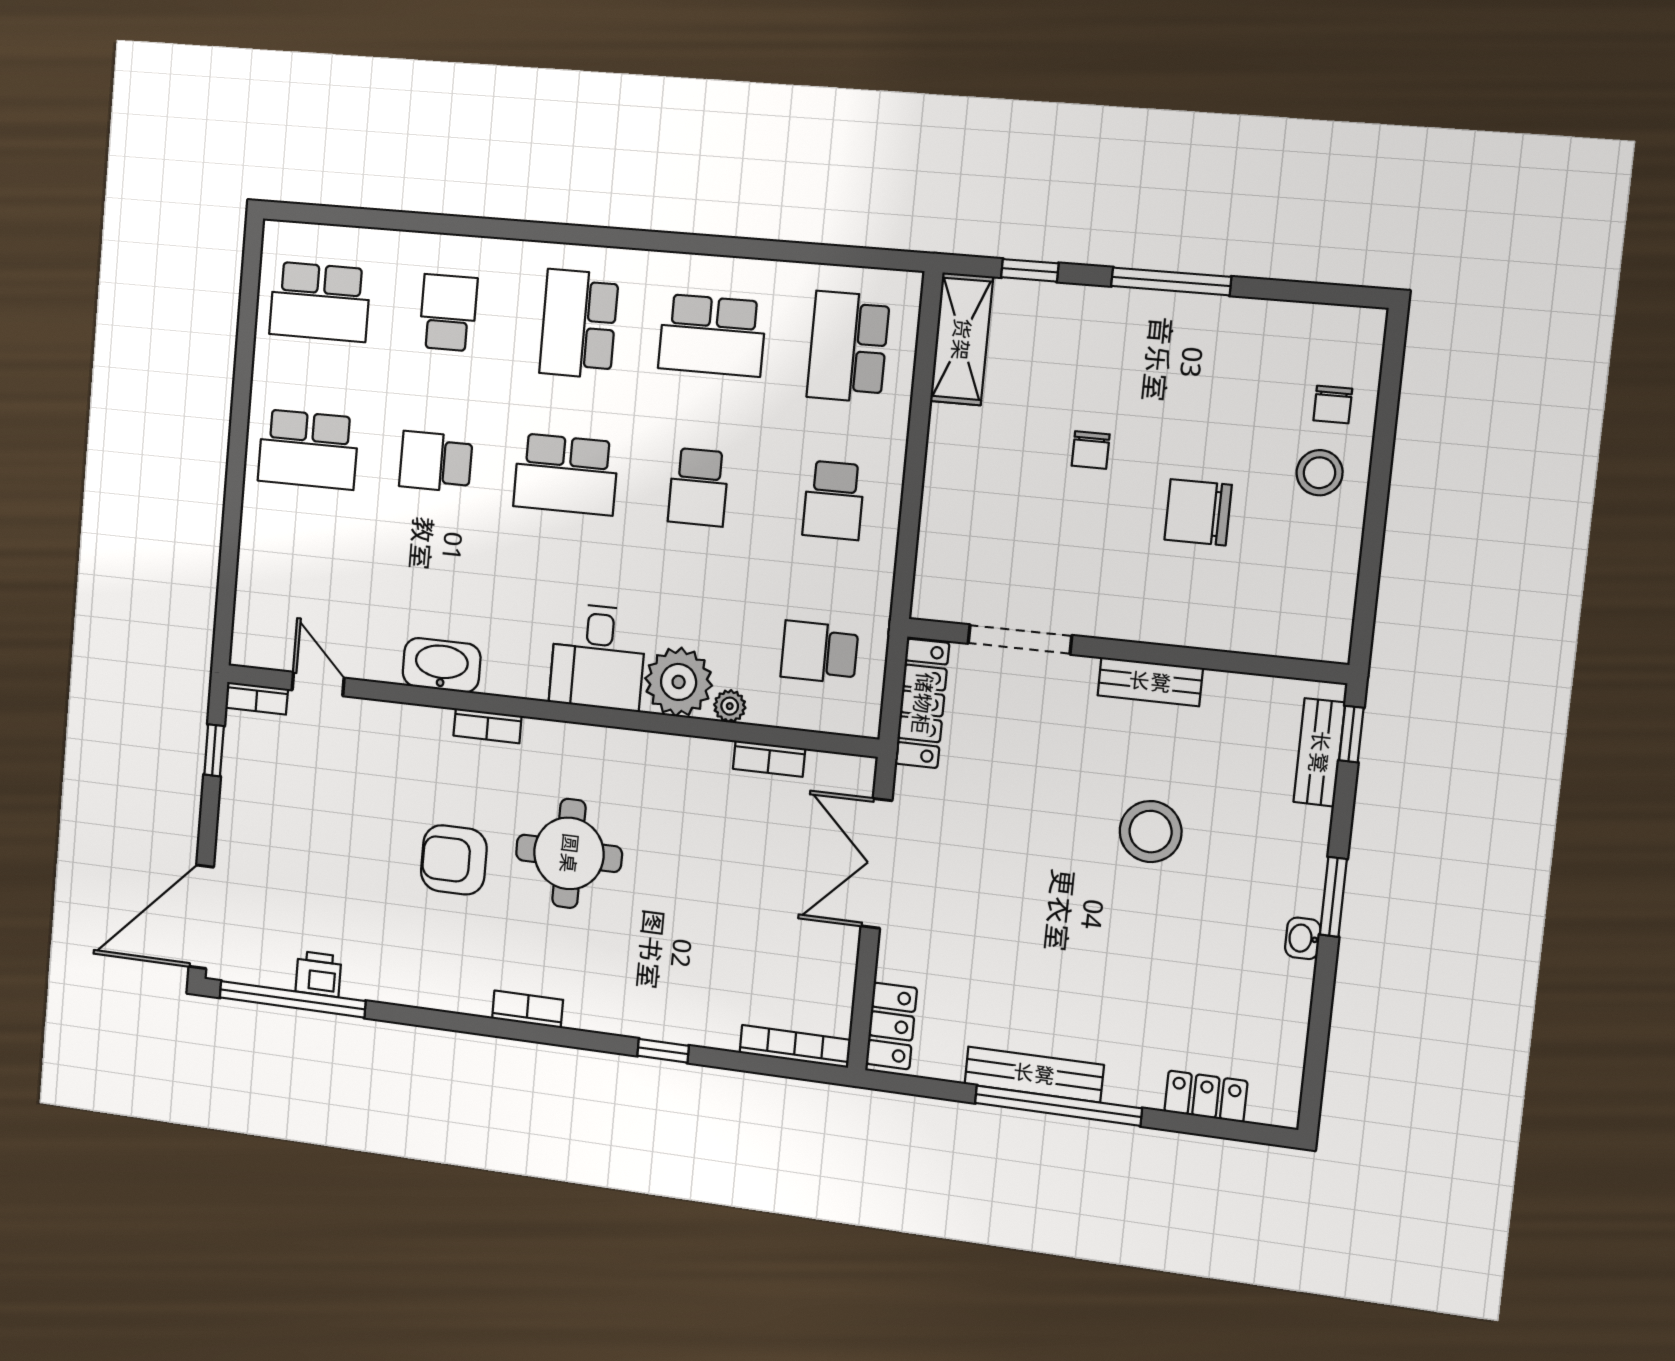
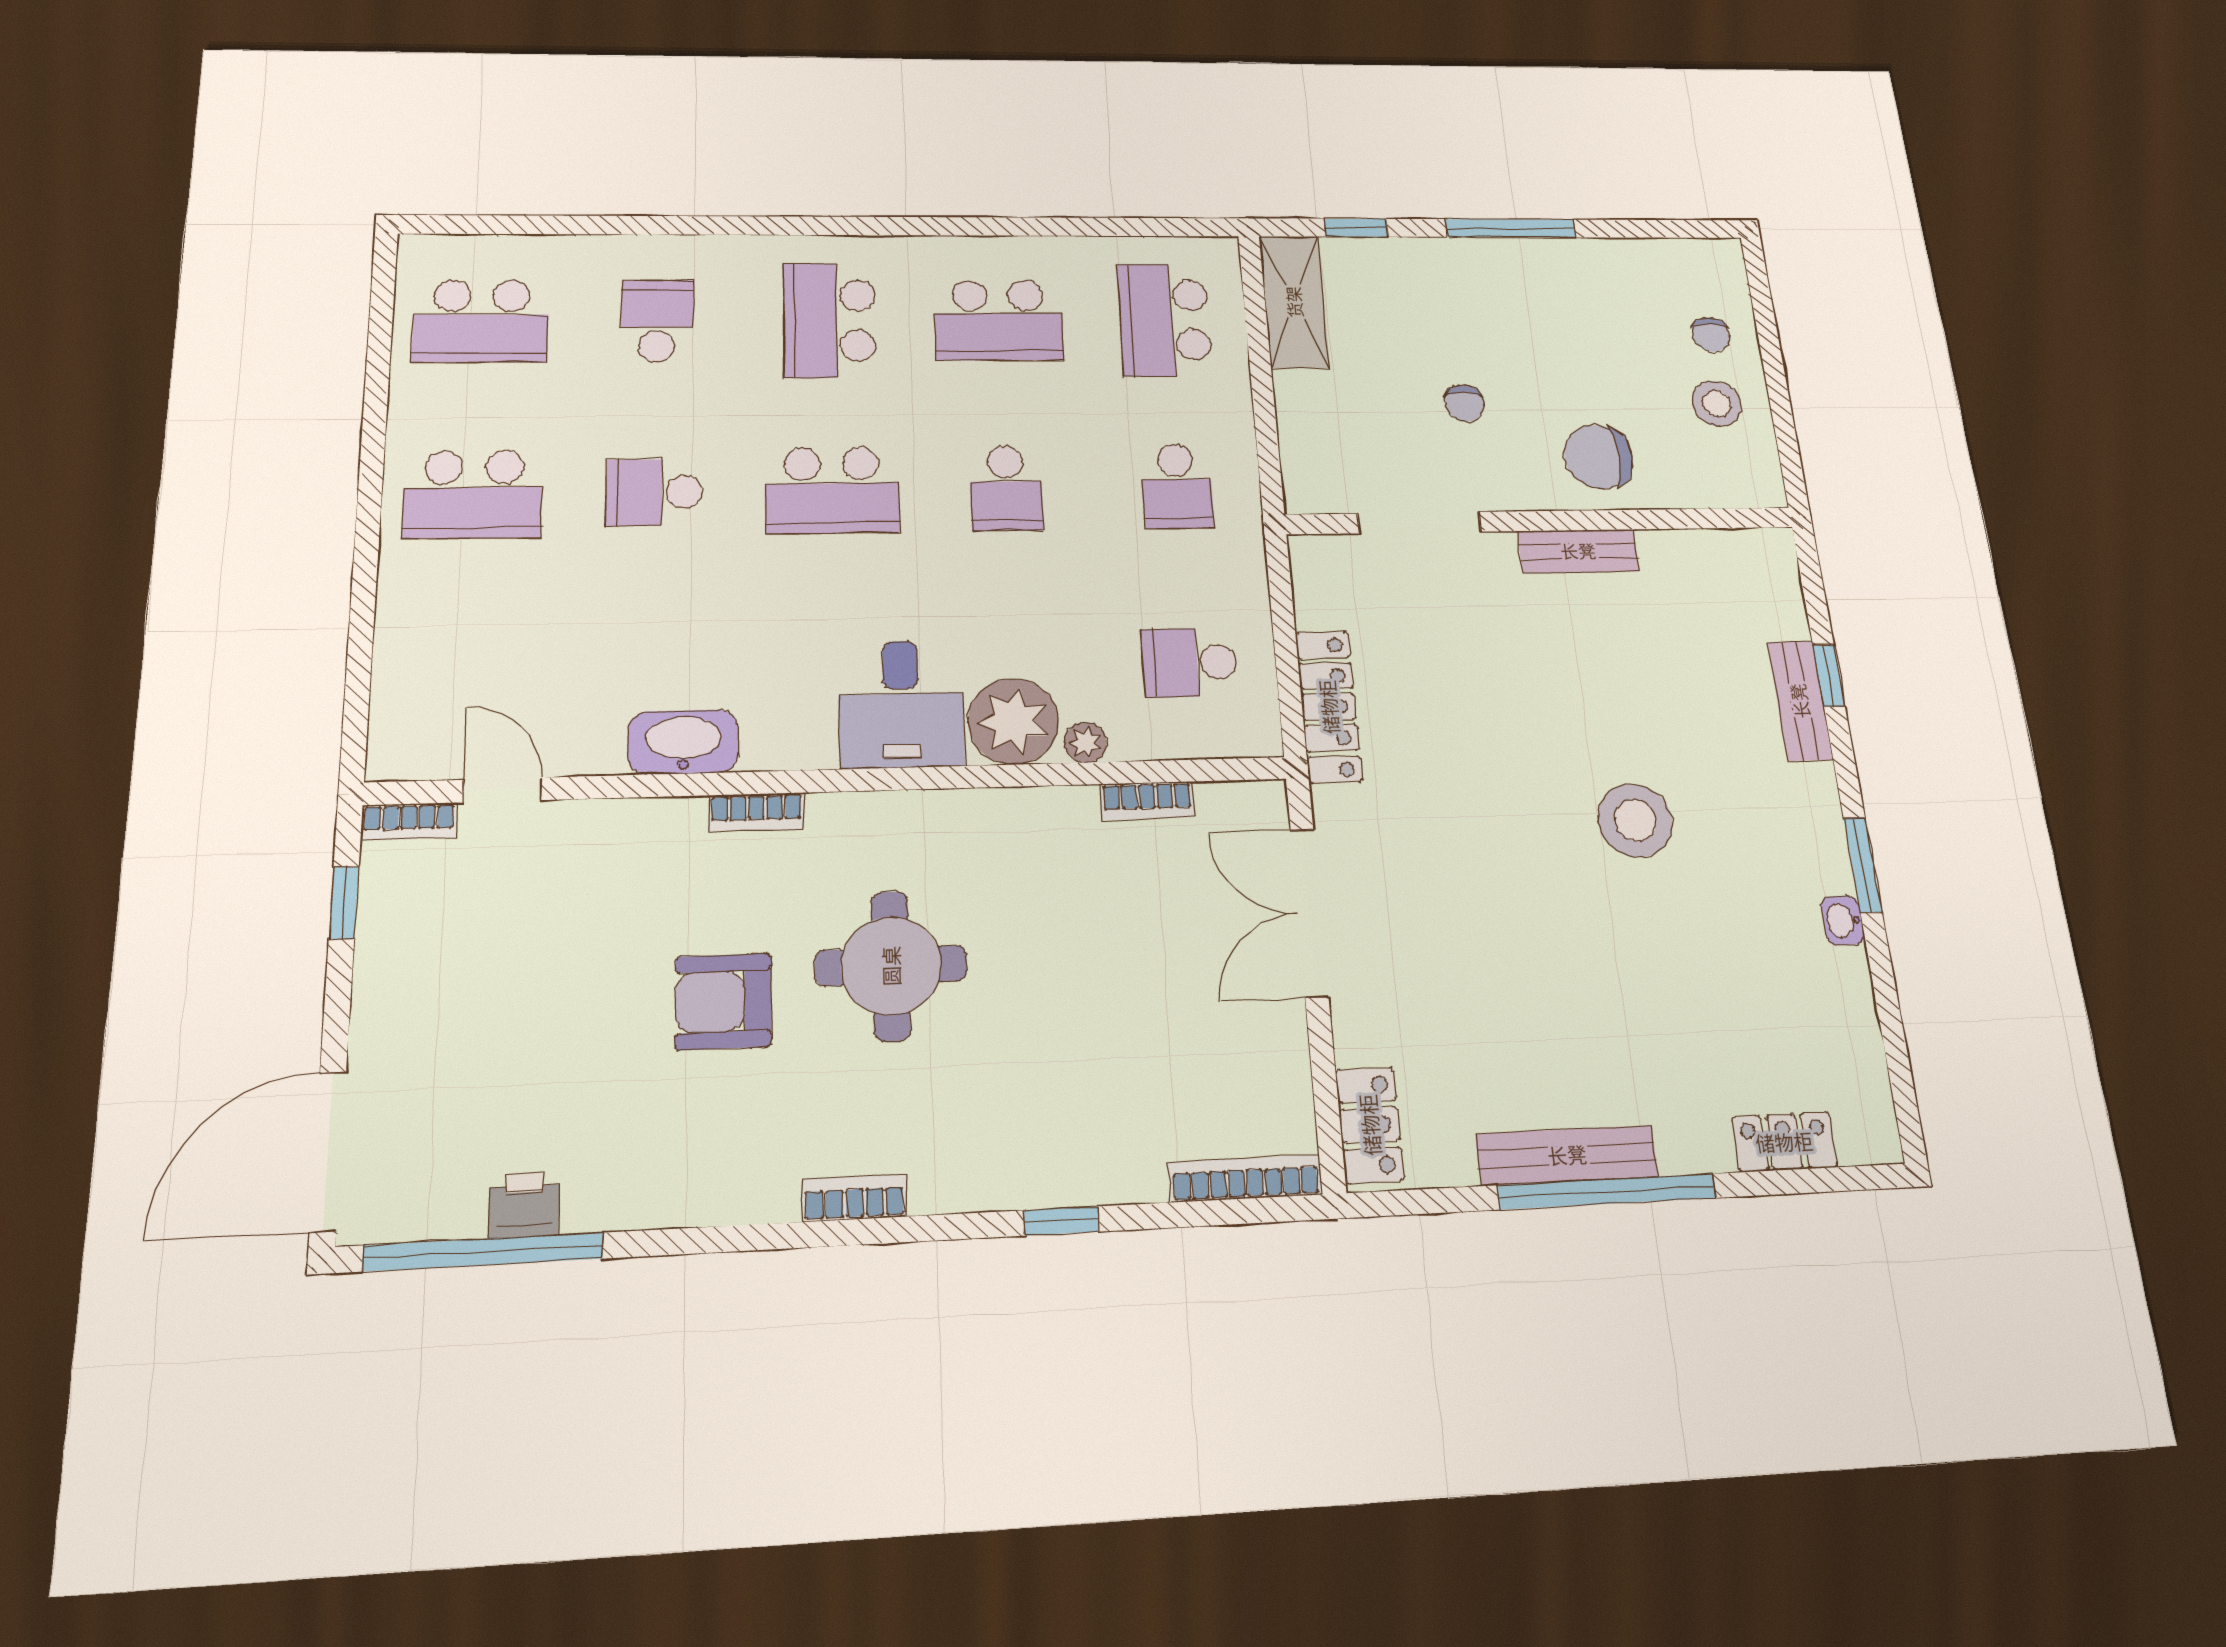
doorway: (1020, 639) -> (1419, 523), moved
wall: (1125, 651) -> (1542, 521), moved
bench: (1150, 682) -> (1578, 551), moved

